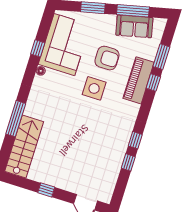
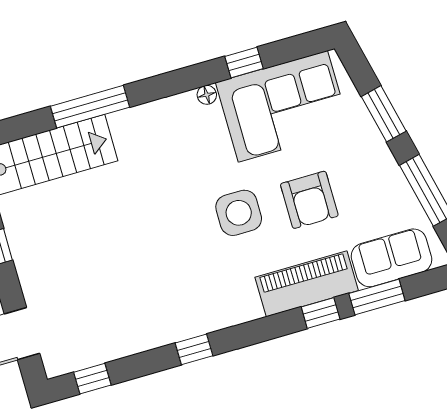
sofa: (134, 26) -> (391, 258), moved, turned 103
window: (128, 162) -> (92, 379), moved

